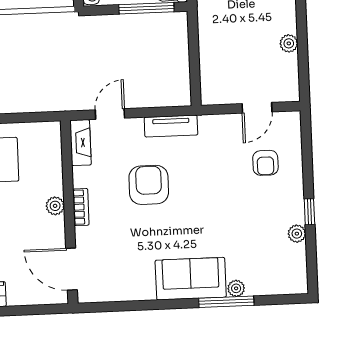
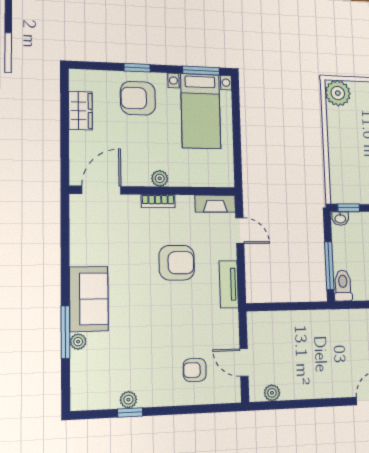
plant: (289, 43) -> (272, 393), moved
window: (309, 212) -> (130, 413), moved

